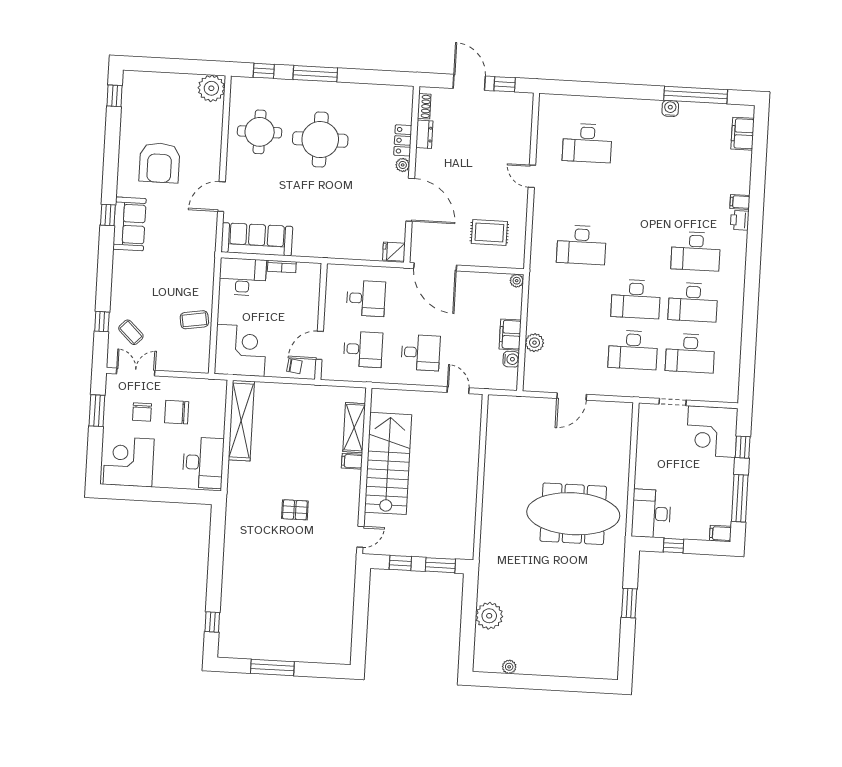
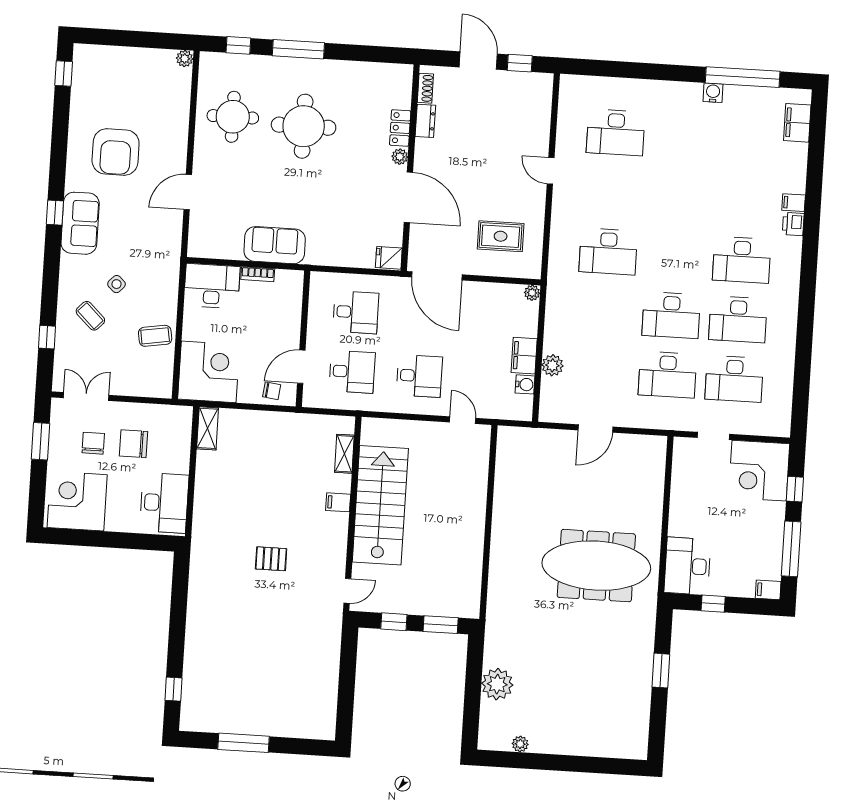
plant: (211, 88) -> (185, 59), width x0.53, depth x0.53
sofa: (257, 239) -> (275, 245), moved, width x0.73
side table: (161, 276) -> (116, 284), added
coffee table: (131, 332) -> (90, 316), moved
chair: (142, 412) -> (93, 443), turned 180
shelving: (241, 421) -> (208, 428), width x0.45, depth x0.75
shelving: (354, 428) -> (344, 454), width x0.67, depth x0.75

